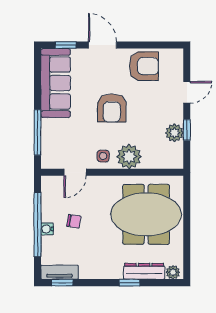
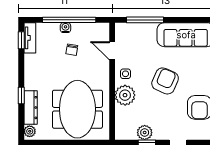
armchair: (112, 108) -> (165, 81), turned 114

